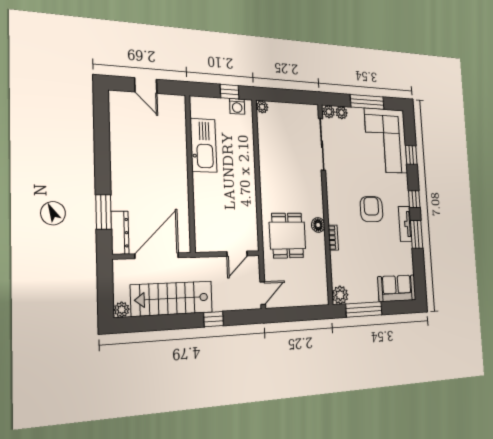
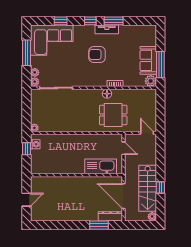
kitchen sink: (204, 145) -> (101, 166), moved
sofa: (397, 288) -> (148, 60), moved
window: (214, 319) -> (160, 187), moved

